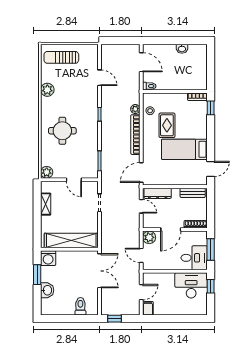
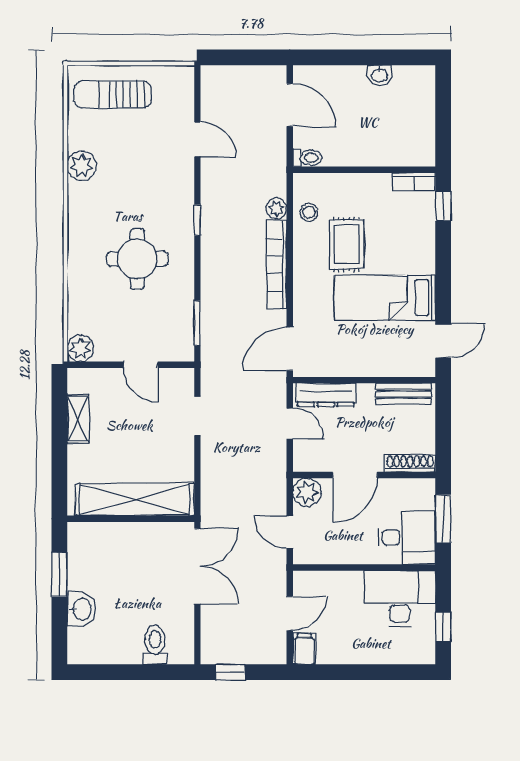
round table: (62, 131) -> (137, 259), moved
washing machine: (48, 258) -> (84, 538), removed
window: (211, 286) -> (443, 627), moved

